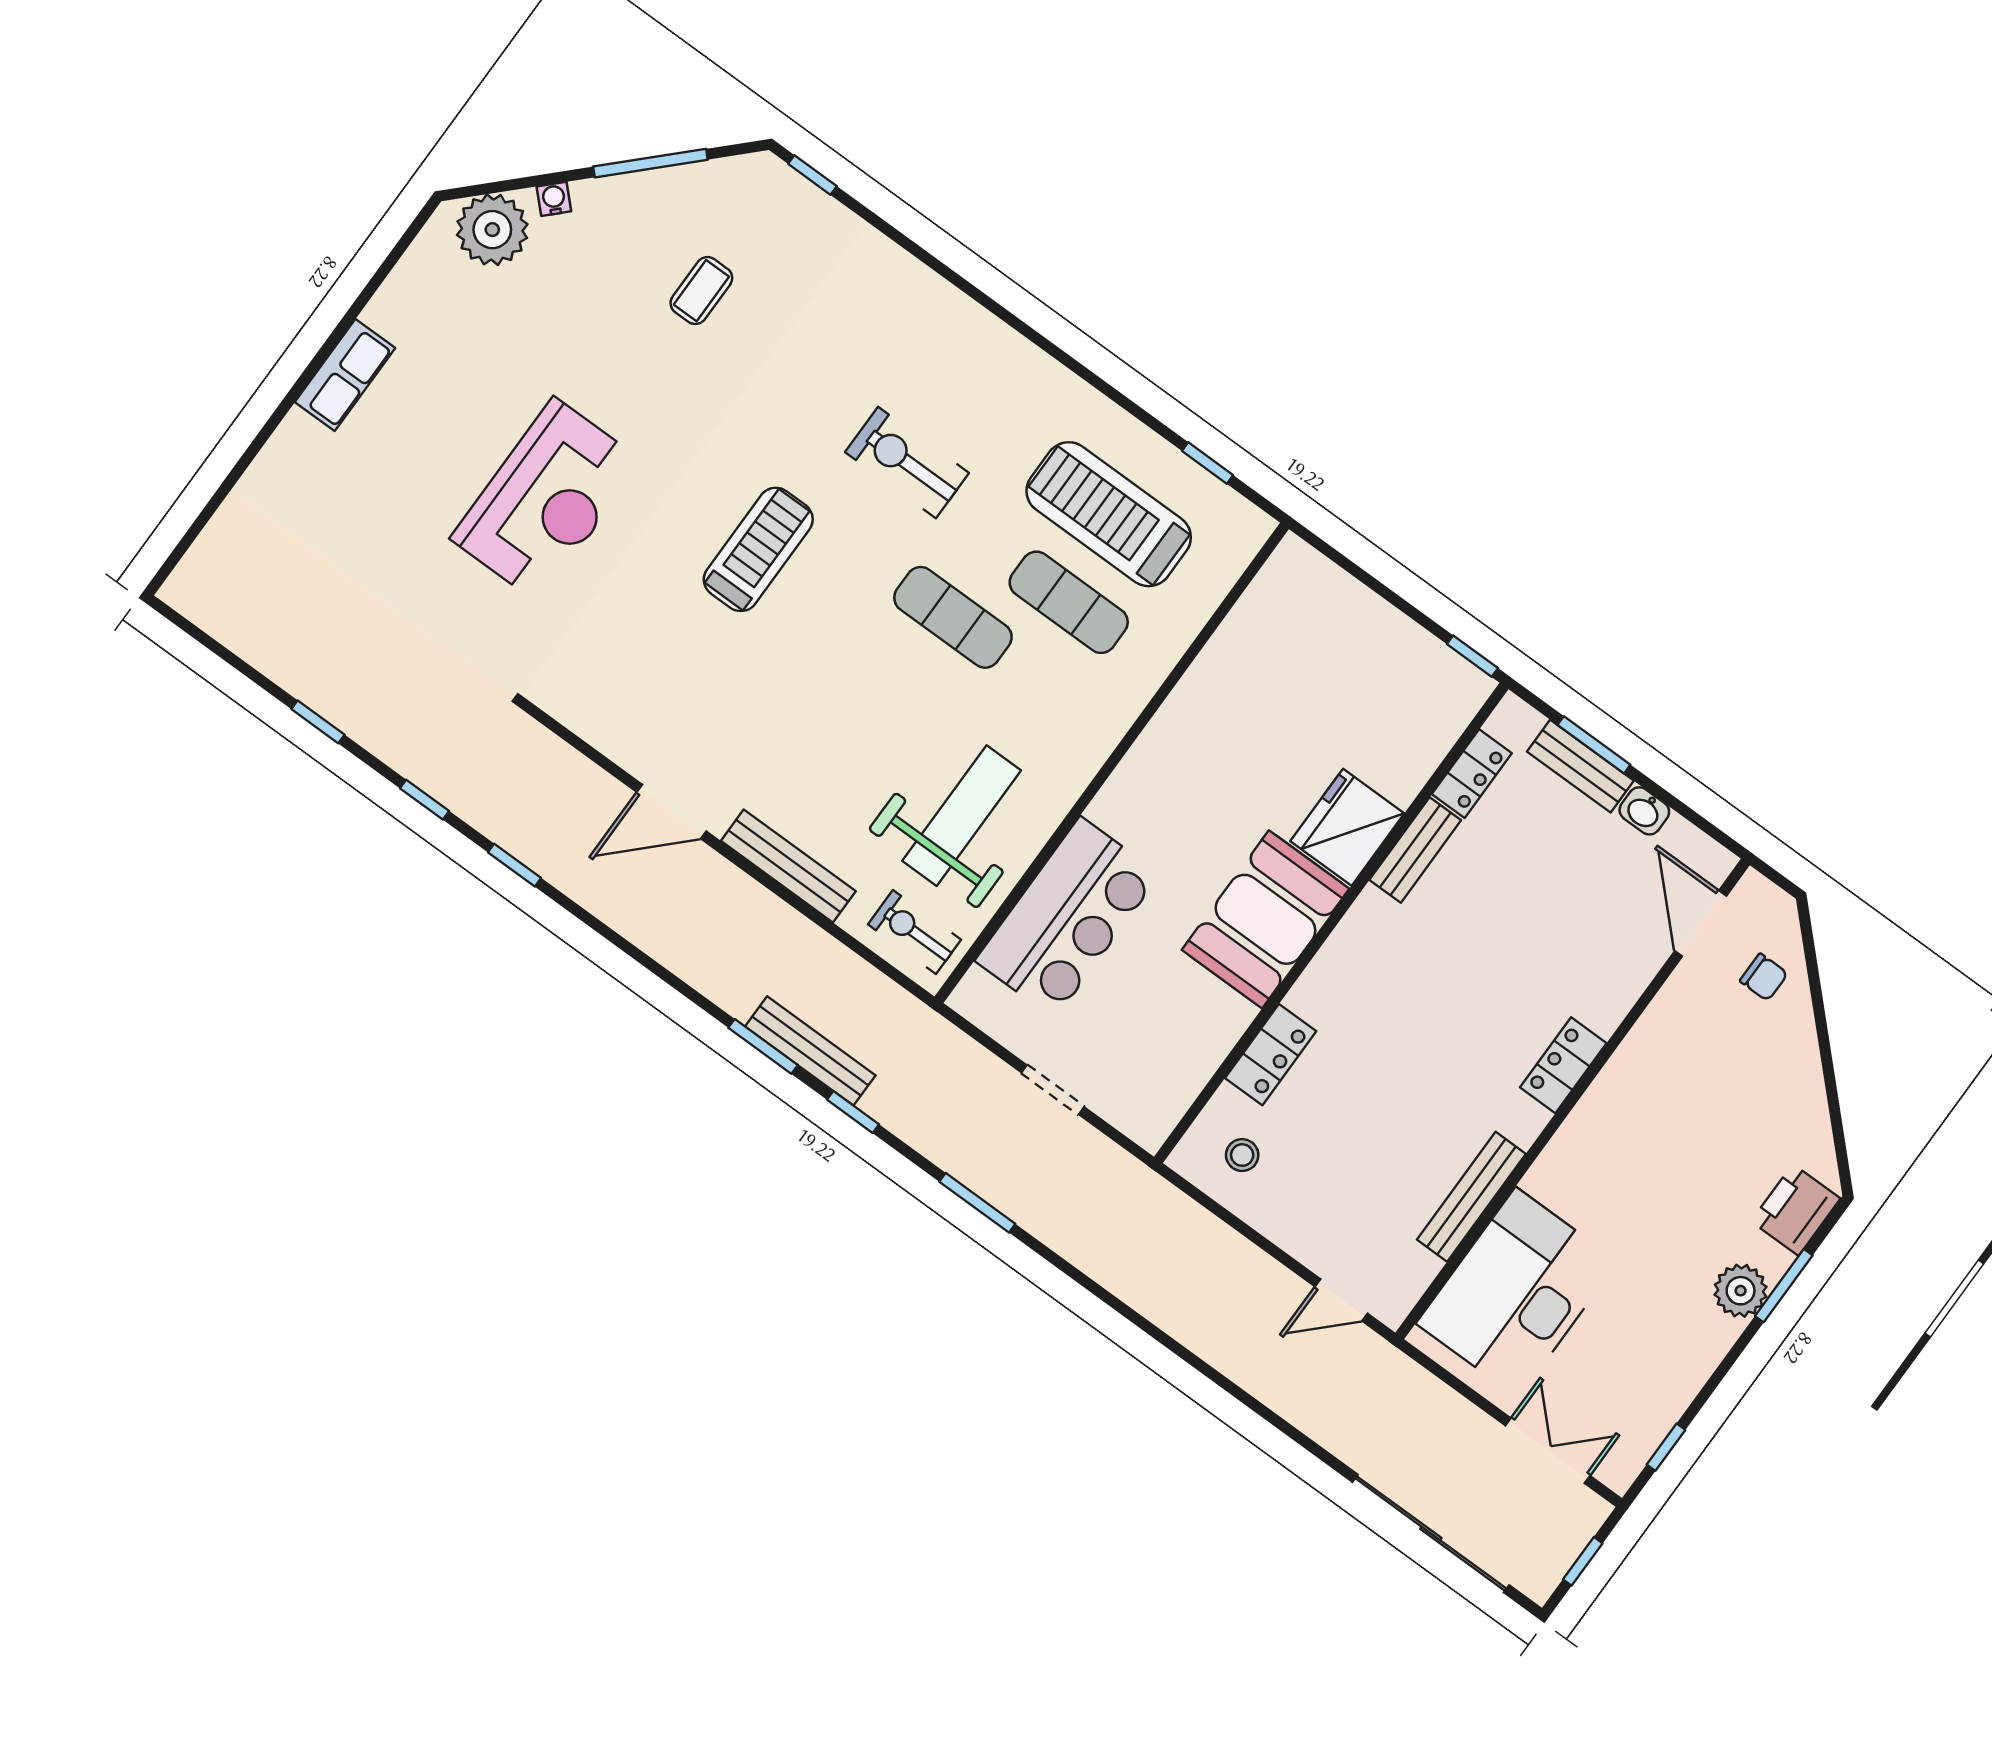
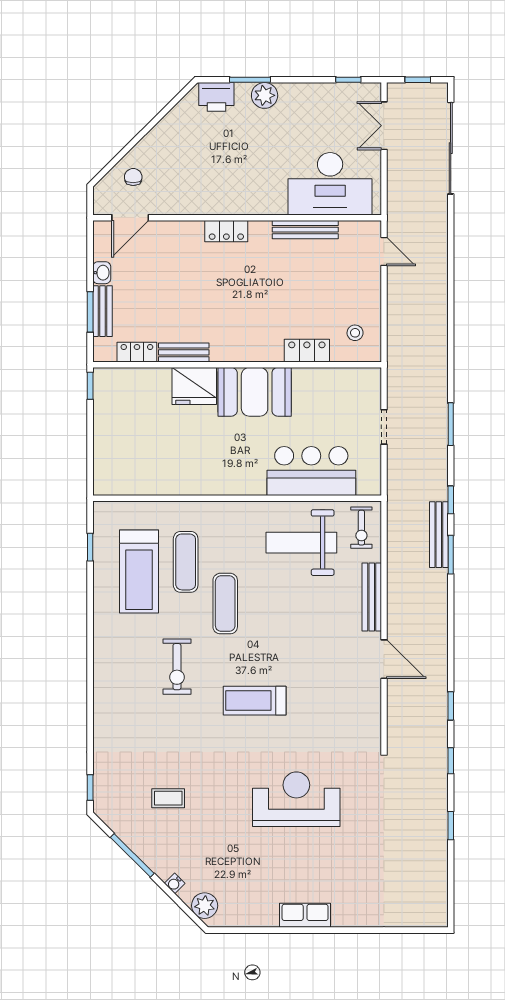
plant: (492, 230) -> (205, 906), width x0.73, depth x0.73

